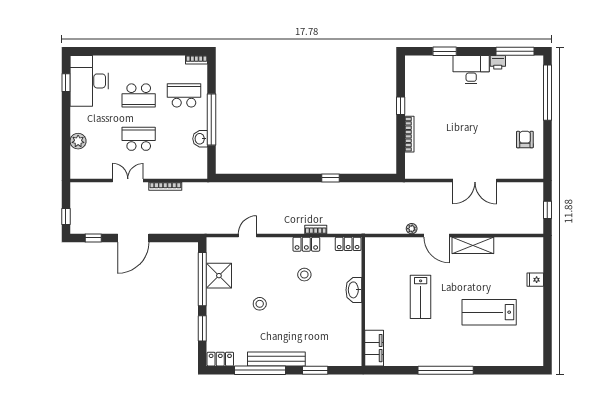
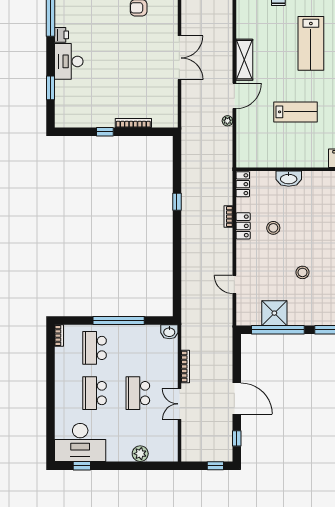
school desk: (139, 95) -> (95, 393), turned 180
washbasin: (200, 139) -> (169, 332), moved

